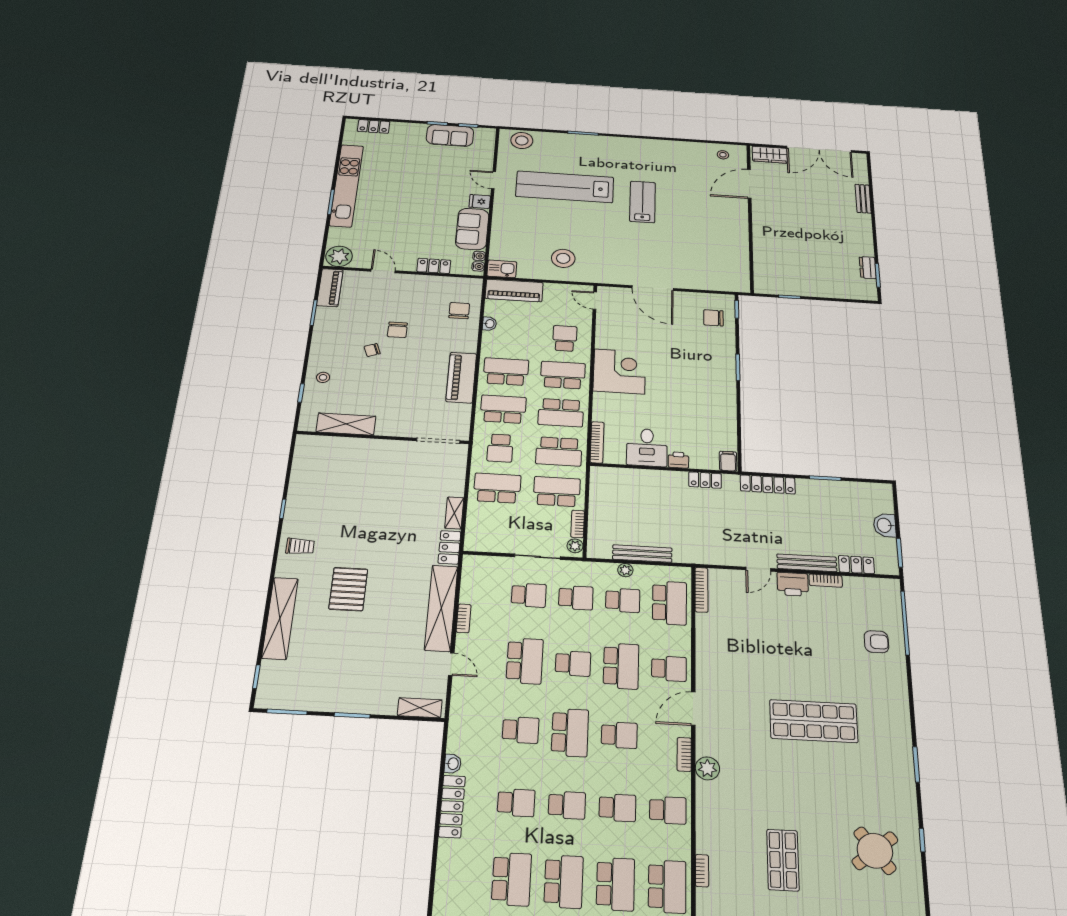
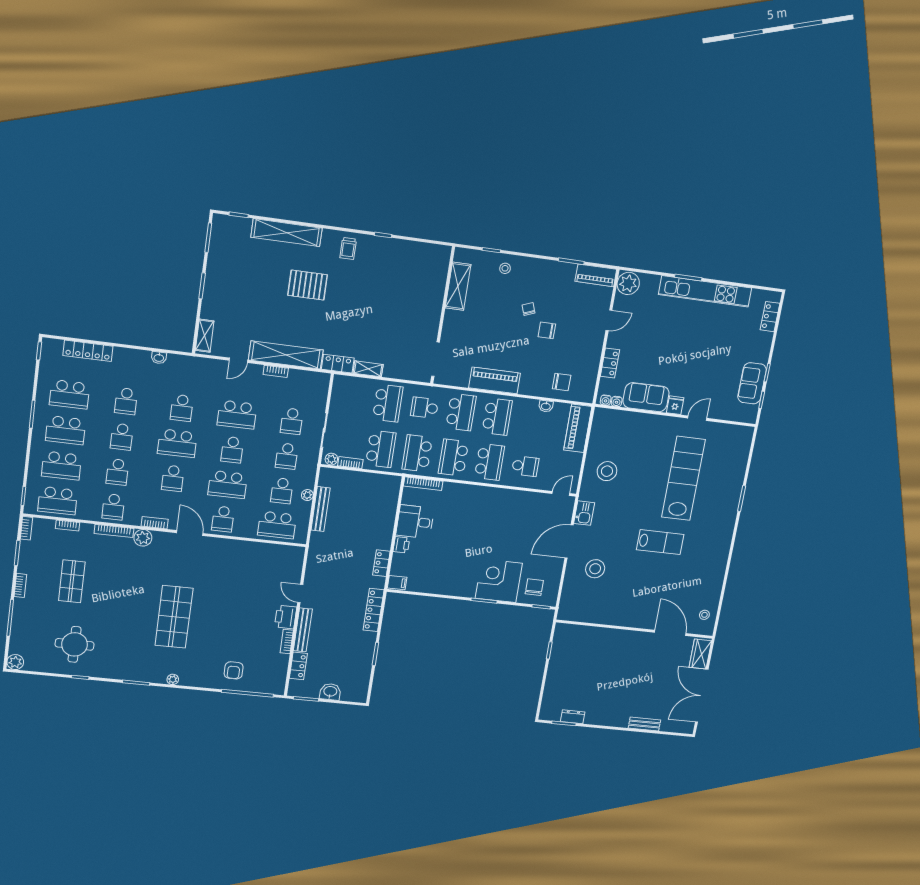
stool: (522, 141) -> (595, 569), moved
kitchen sink: (502, 269) -> (584, 513), moved
corner desk: (619, 371) -> (499, 581), moved, turned 180
bookcase: (701, 590) -> (114, 531), moved
plant: (903, 717) -> (173, 679), added
locker: (452, 806) -> (88, 351), moved
round table: (875, 851) -> (75, 644), turned 38
shop shelf: (783, 860) -> (72, 581), turned 90

